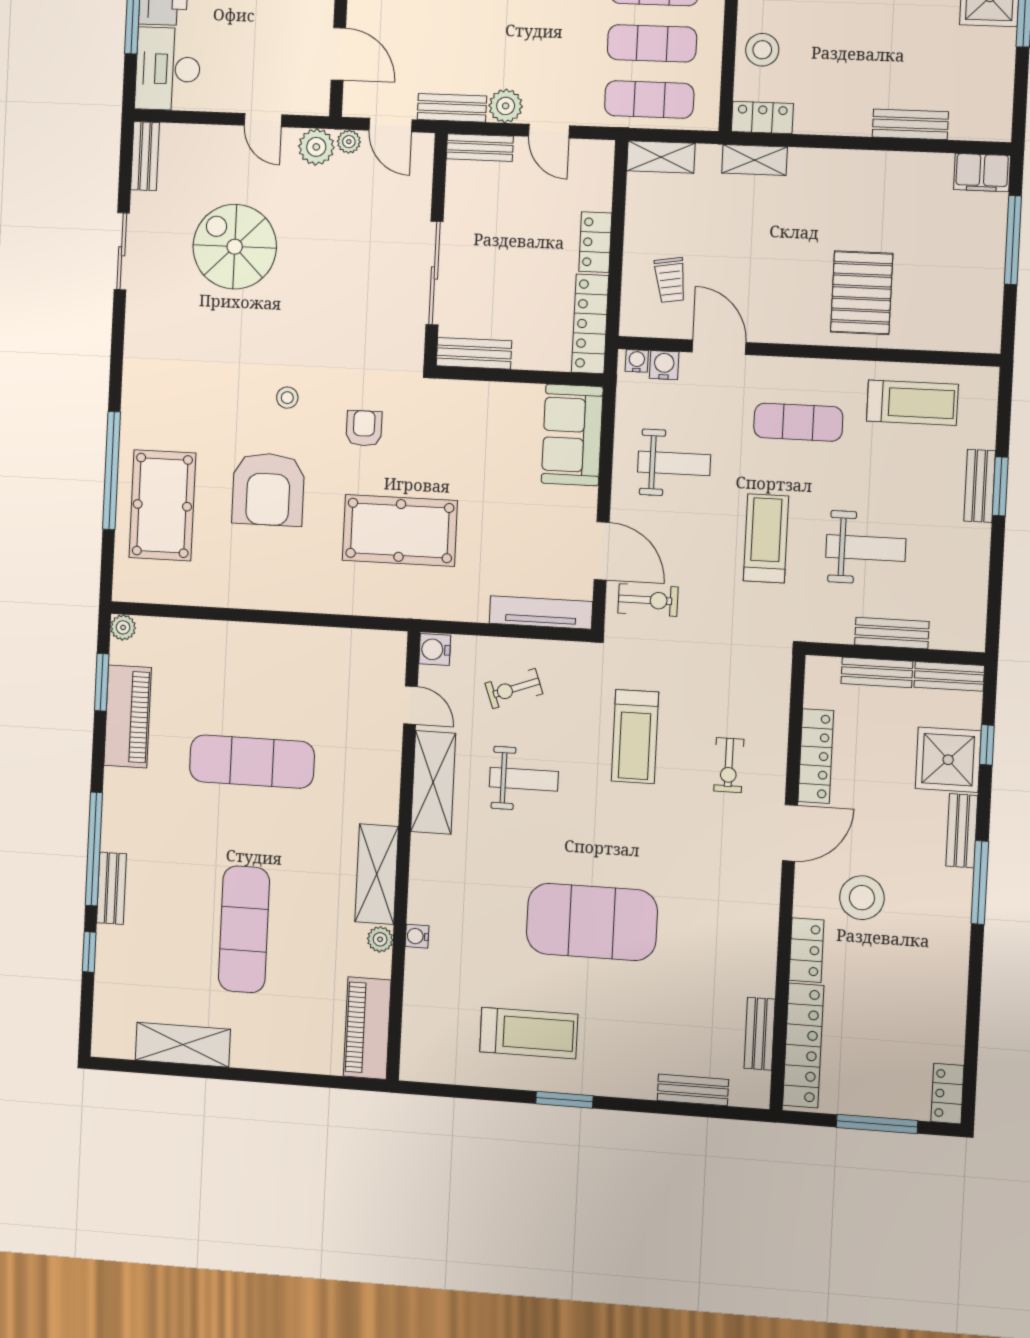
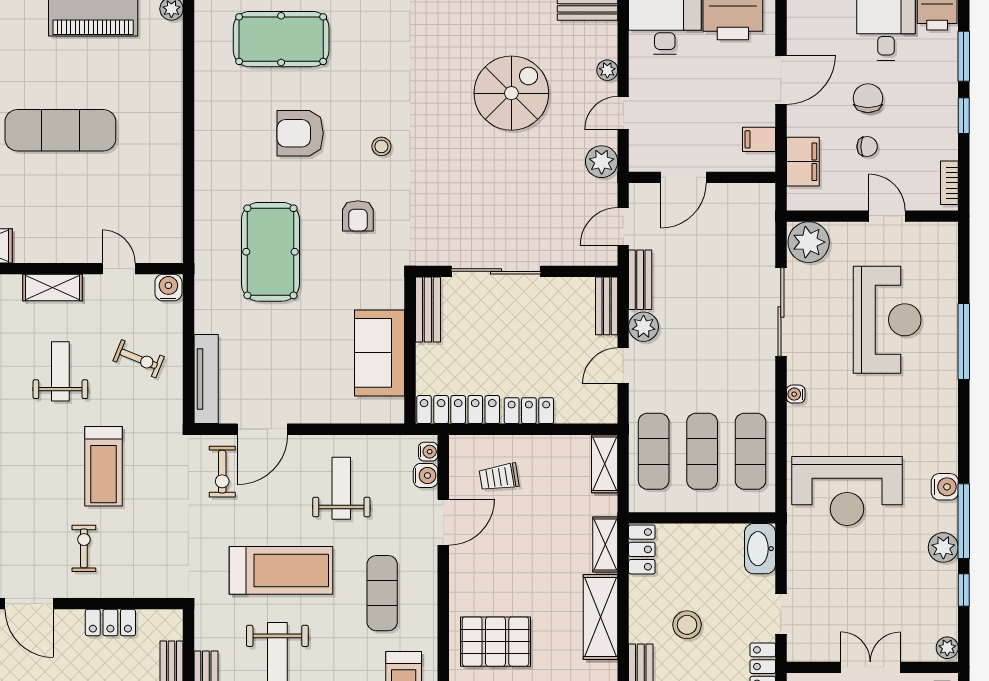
stool: (762, 50) -> (687, 625), moved
plant: (349, 142) -> (607, 70), moved
shelving: (839, 169) -> (601, 617), added
armchair: (364, 428) -> (358, 216), turned 90
sofa: (572, 435) -> (380, 353), moved, turned -90
weight bench: (674, 463) -> (341, 488), turned 180
armchair: (268, 489) -> (300, 133), width x0.73, depth x0.73
treadmill: (766, 538) -> (281, 570), width x1.37, depth x1.38
exercise bike: (514, 689) -> (139, 359), turned 132
door: (411, 705) -> (119, 269), swing flipped
treadmill: (635, 737) -> (104, 466), turned -90
locker: (816, 756) -> (110, 623), width x0.66
exercise mat: (252, 762) -> (60, 130), turned 90
exercise bike: (729, 765) -> (84, 548), turned 90
weight bench: (524, 779) -> (60, 371), turned 180
shelving: (433, 782) -> (52, 288), width x0.67, depth x0.75

